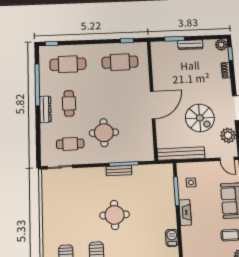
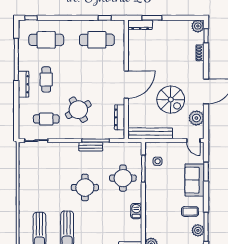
dresser: (190, 45) -> (140, 25), moved
round table: (104, 133) -> (78, 110), turned -30
dresser: (148, 138) -> (120, 117), added
round table: (155, 203) -> (123, 178), added
fireplace: (185, 212) -> (150, 189), removed

